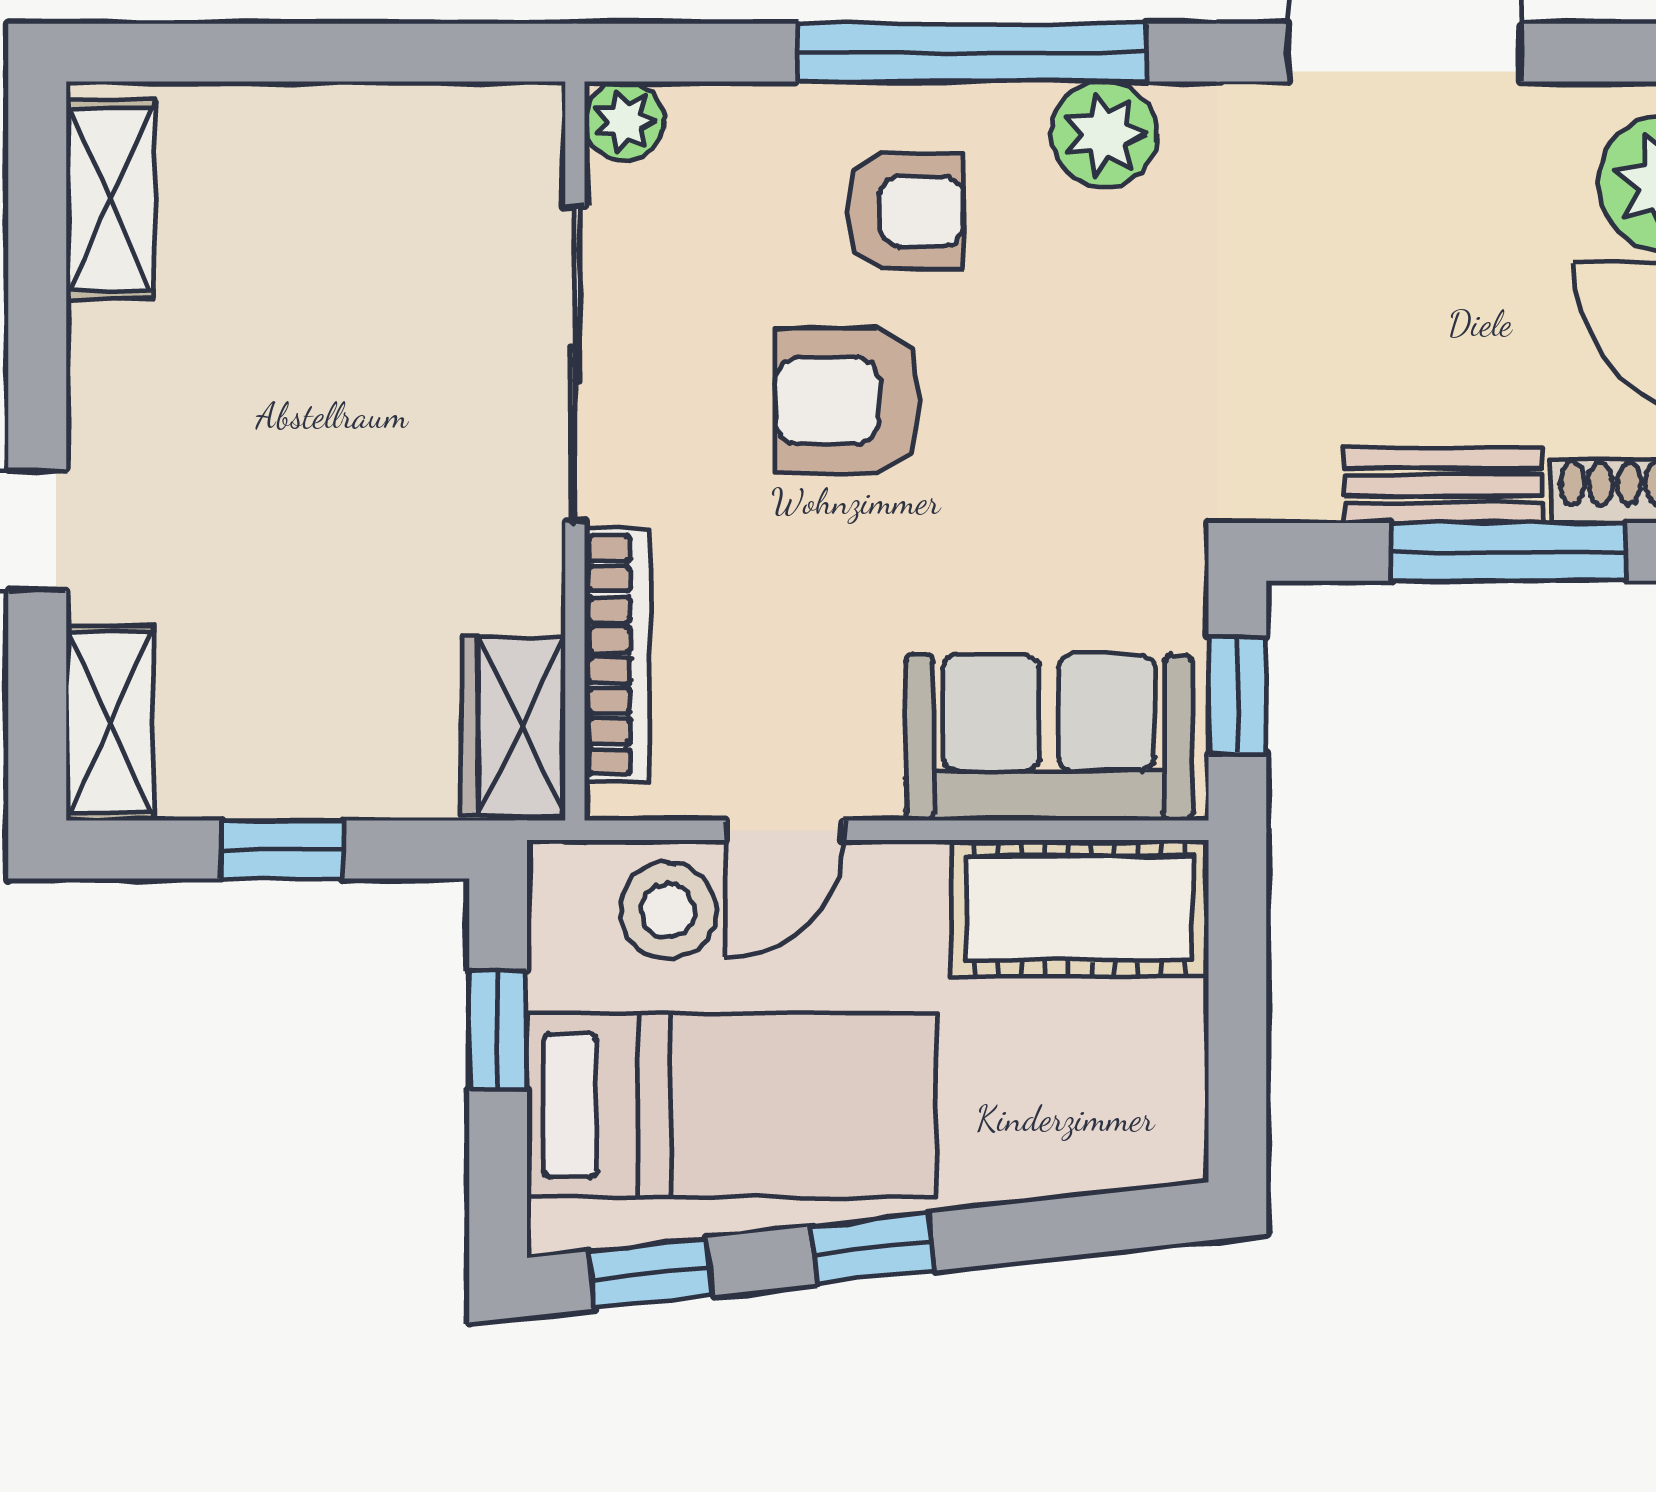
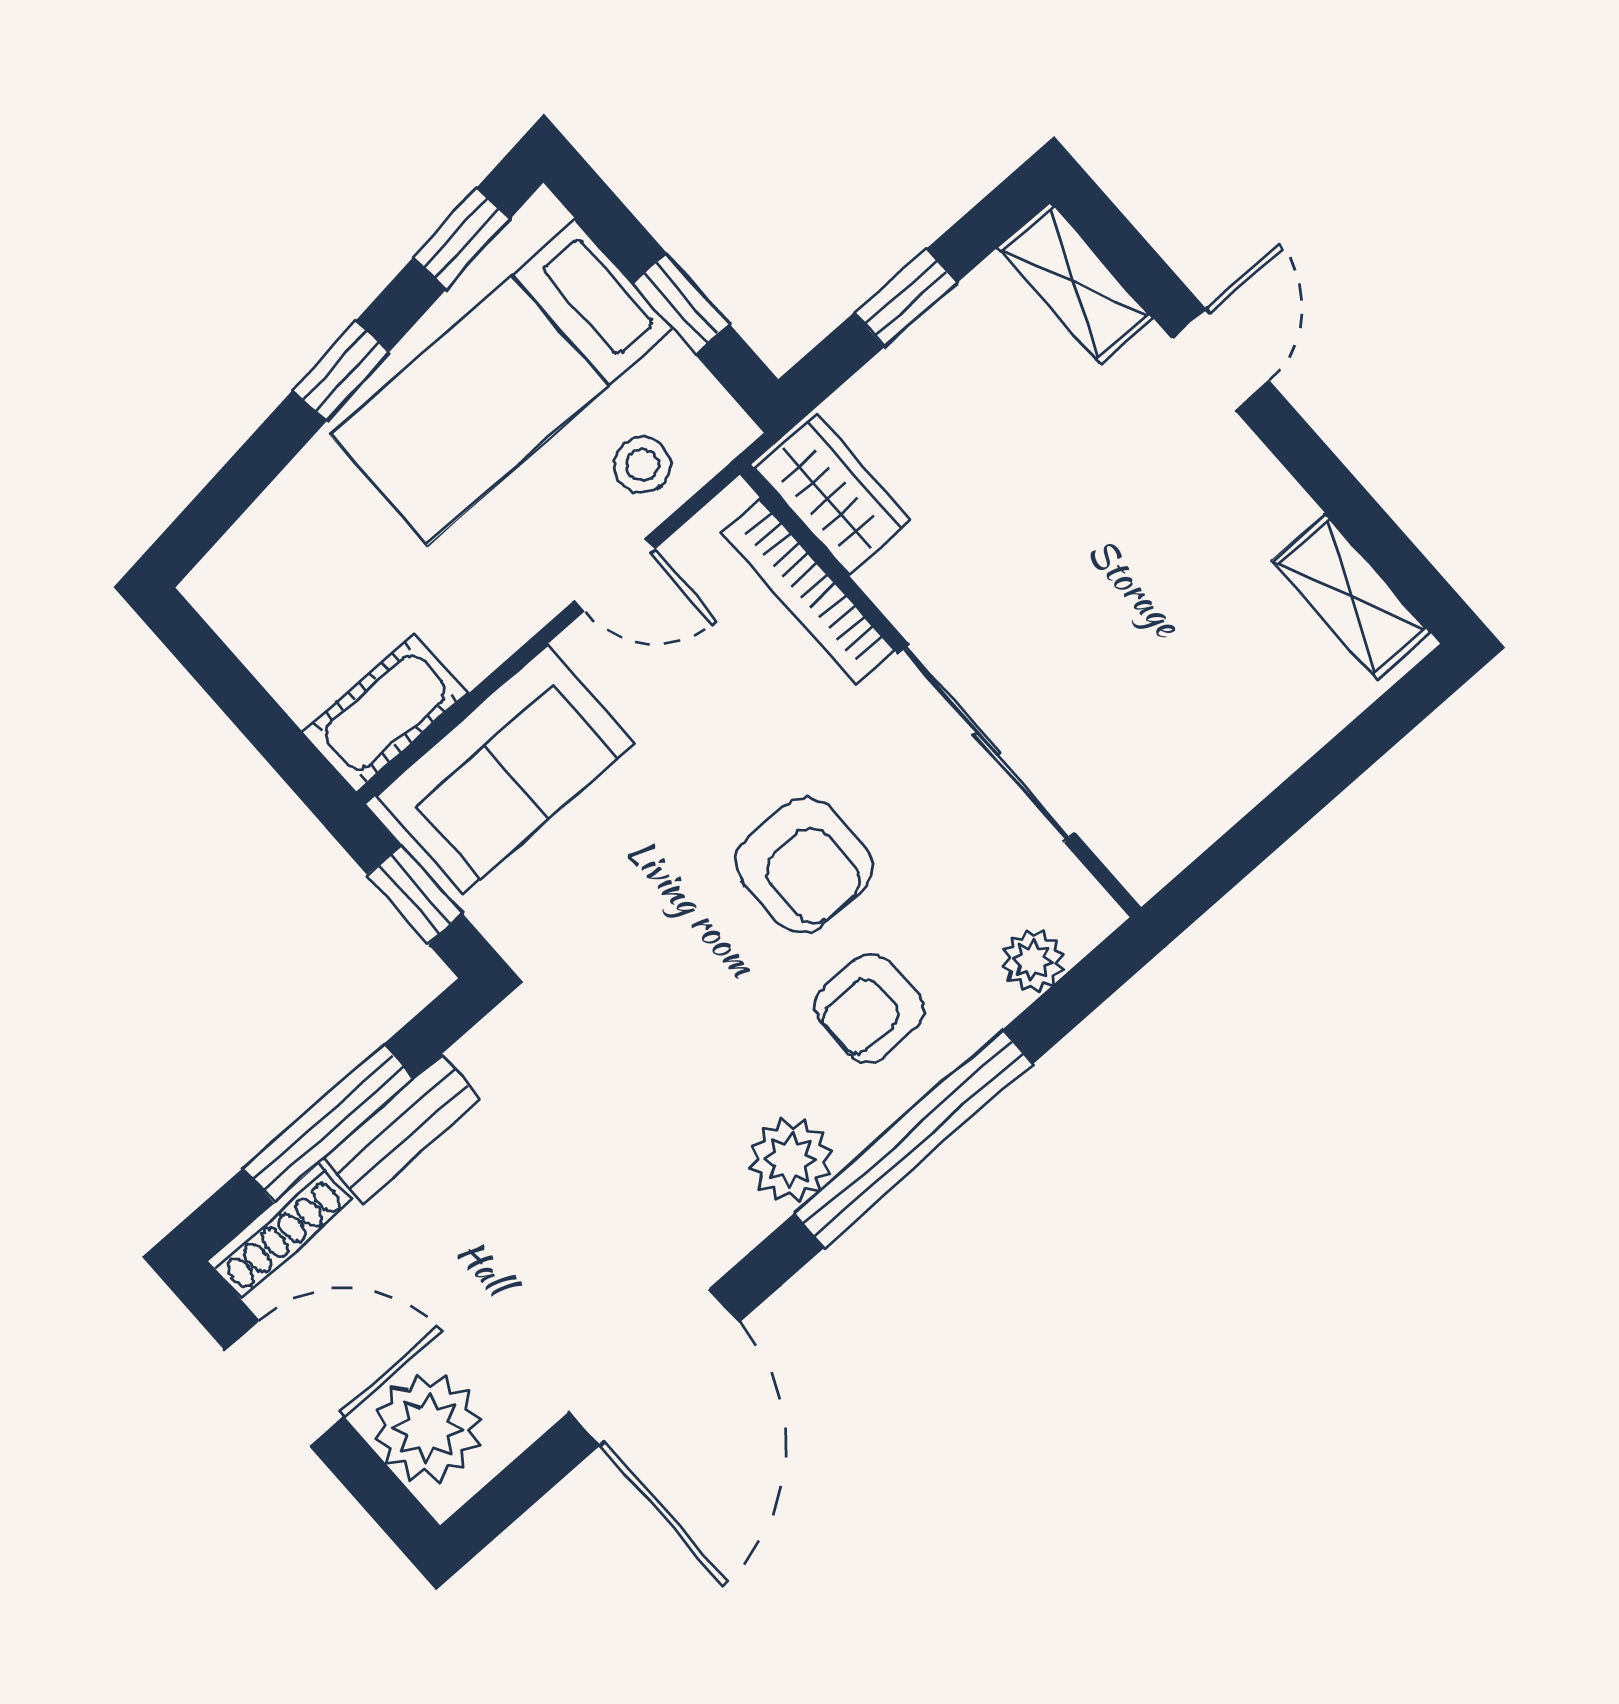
plant: (624, 121) -> (1033, 961), moved
armchair: (847, 401) -> (804, 865), turned 90
door: (784, 830) -> (615, 574), swing flipped
cot: (1080, 908) -> (385, 712), width x0.73, depth x0.75
stool: (668, 910) -> (642, 465), width x0.73, depth x0.73

